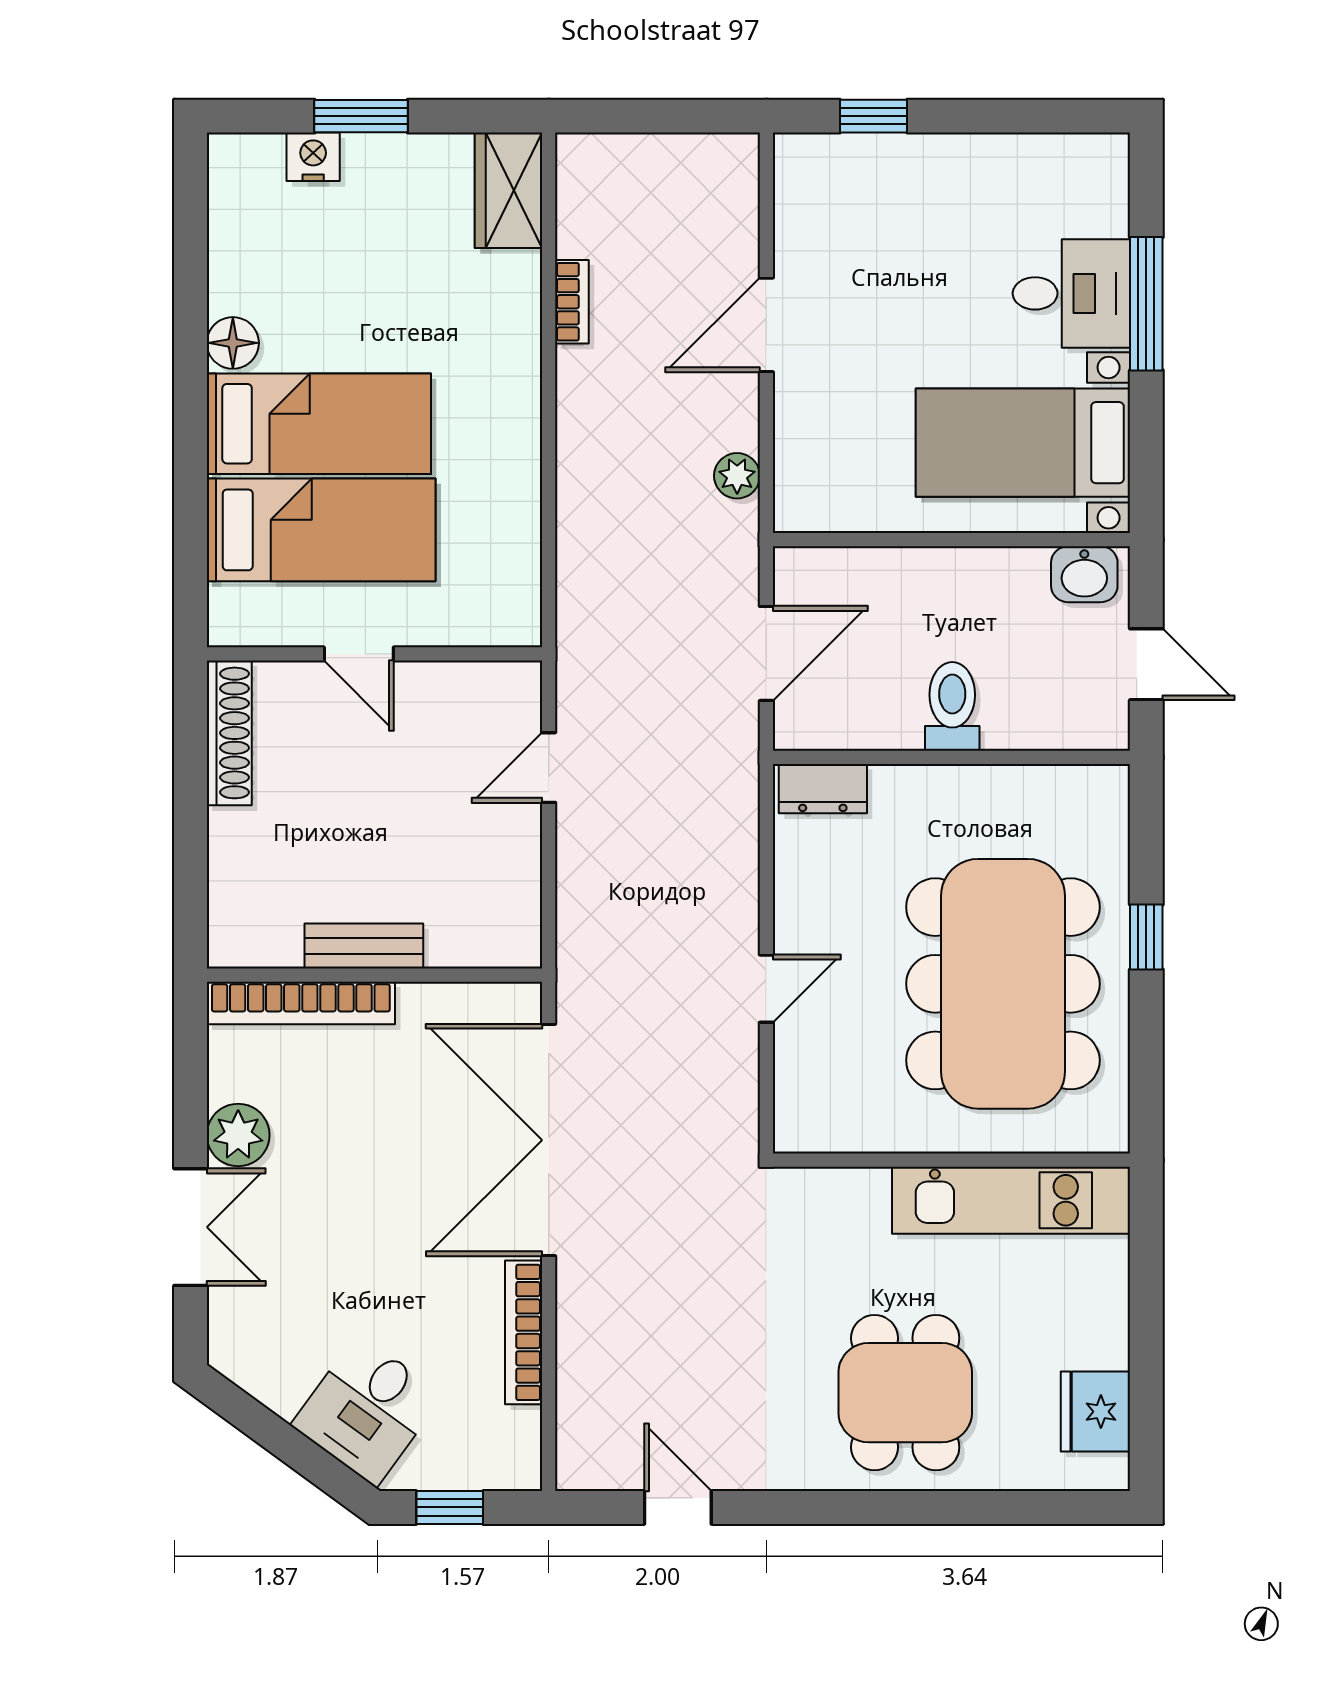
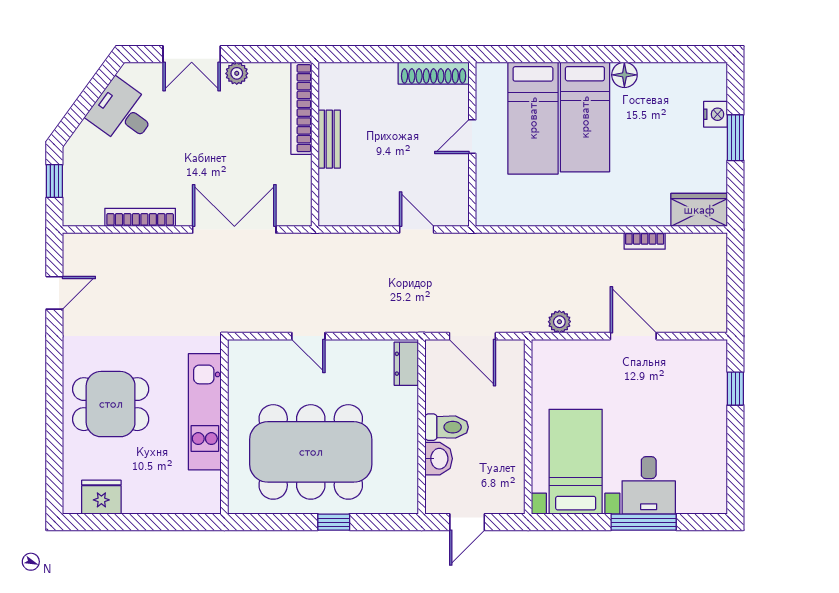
washbasin: (1084, 574) -> (439, 459), moved, turned 180
plant: (238, 1135) -> (237, 73), width x0.73, depth x0.73
double door: (549, 1140) -> (234, 230), width x0.73
kitchen unit: (1011, 1200) -> (205, 412), moved
desk: (367, 1410) -> (122, 113), moved

